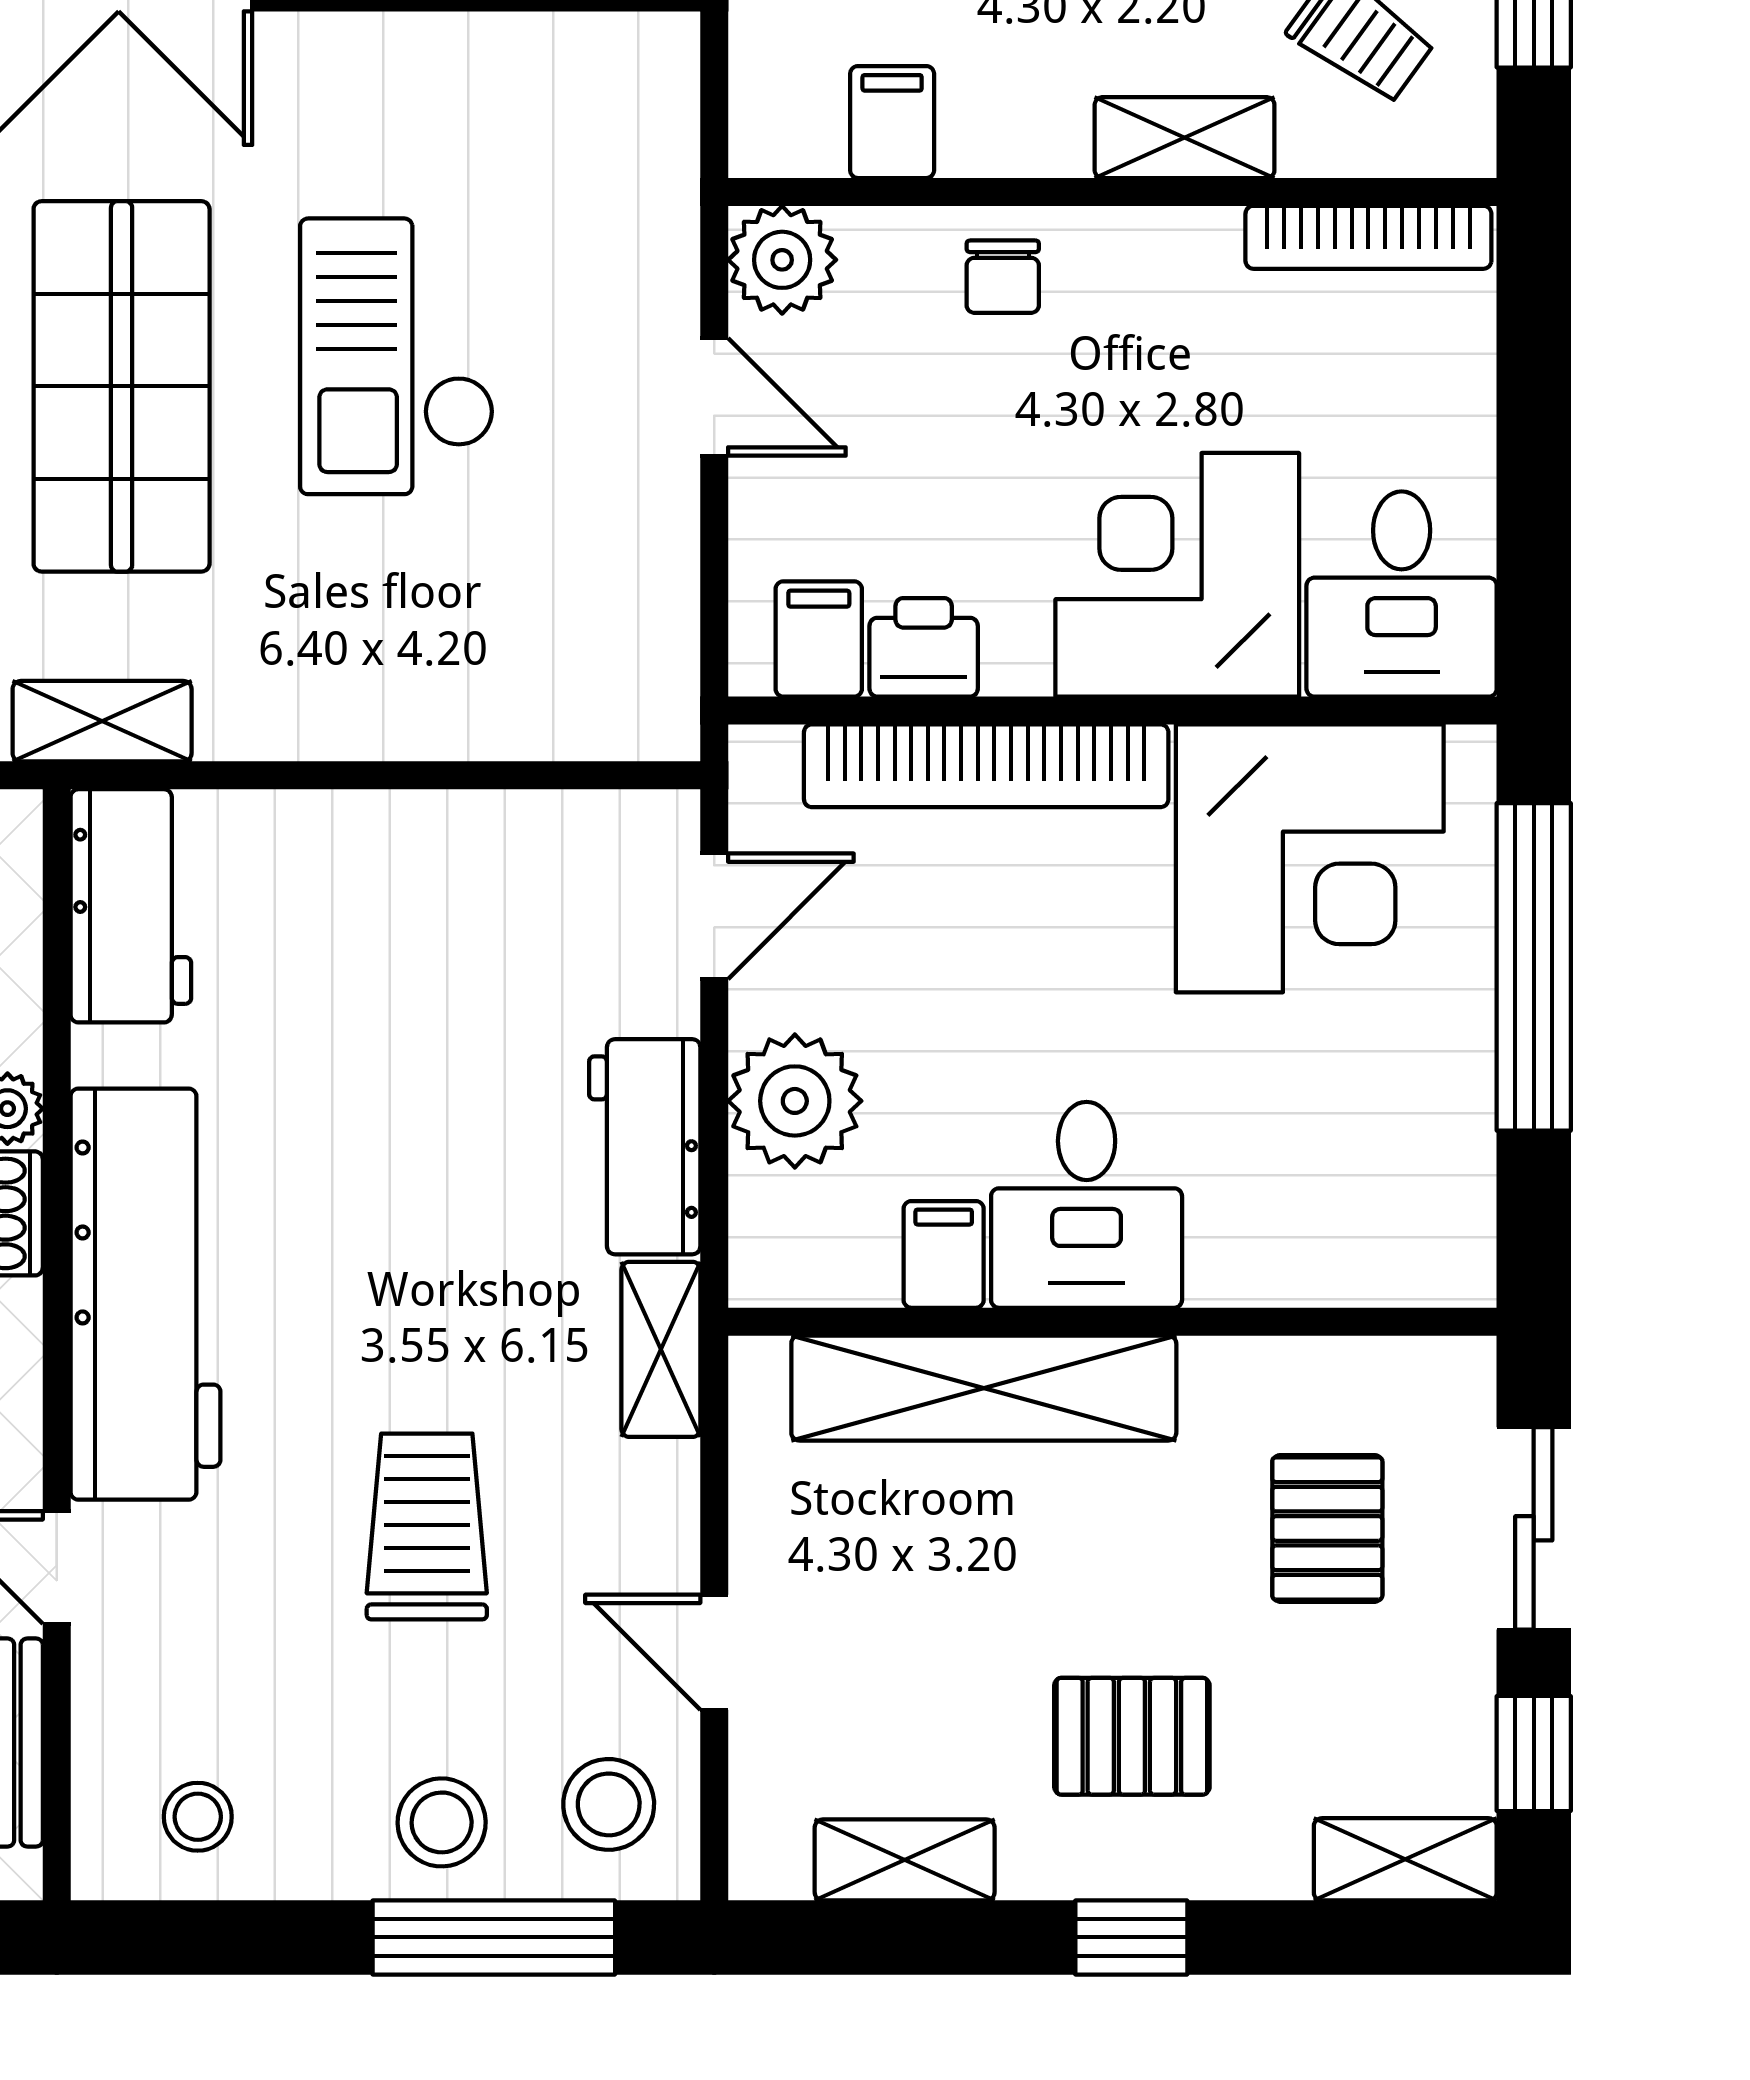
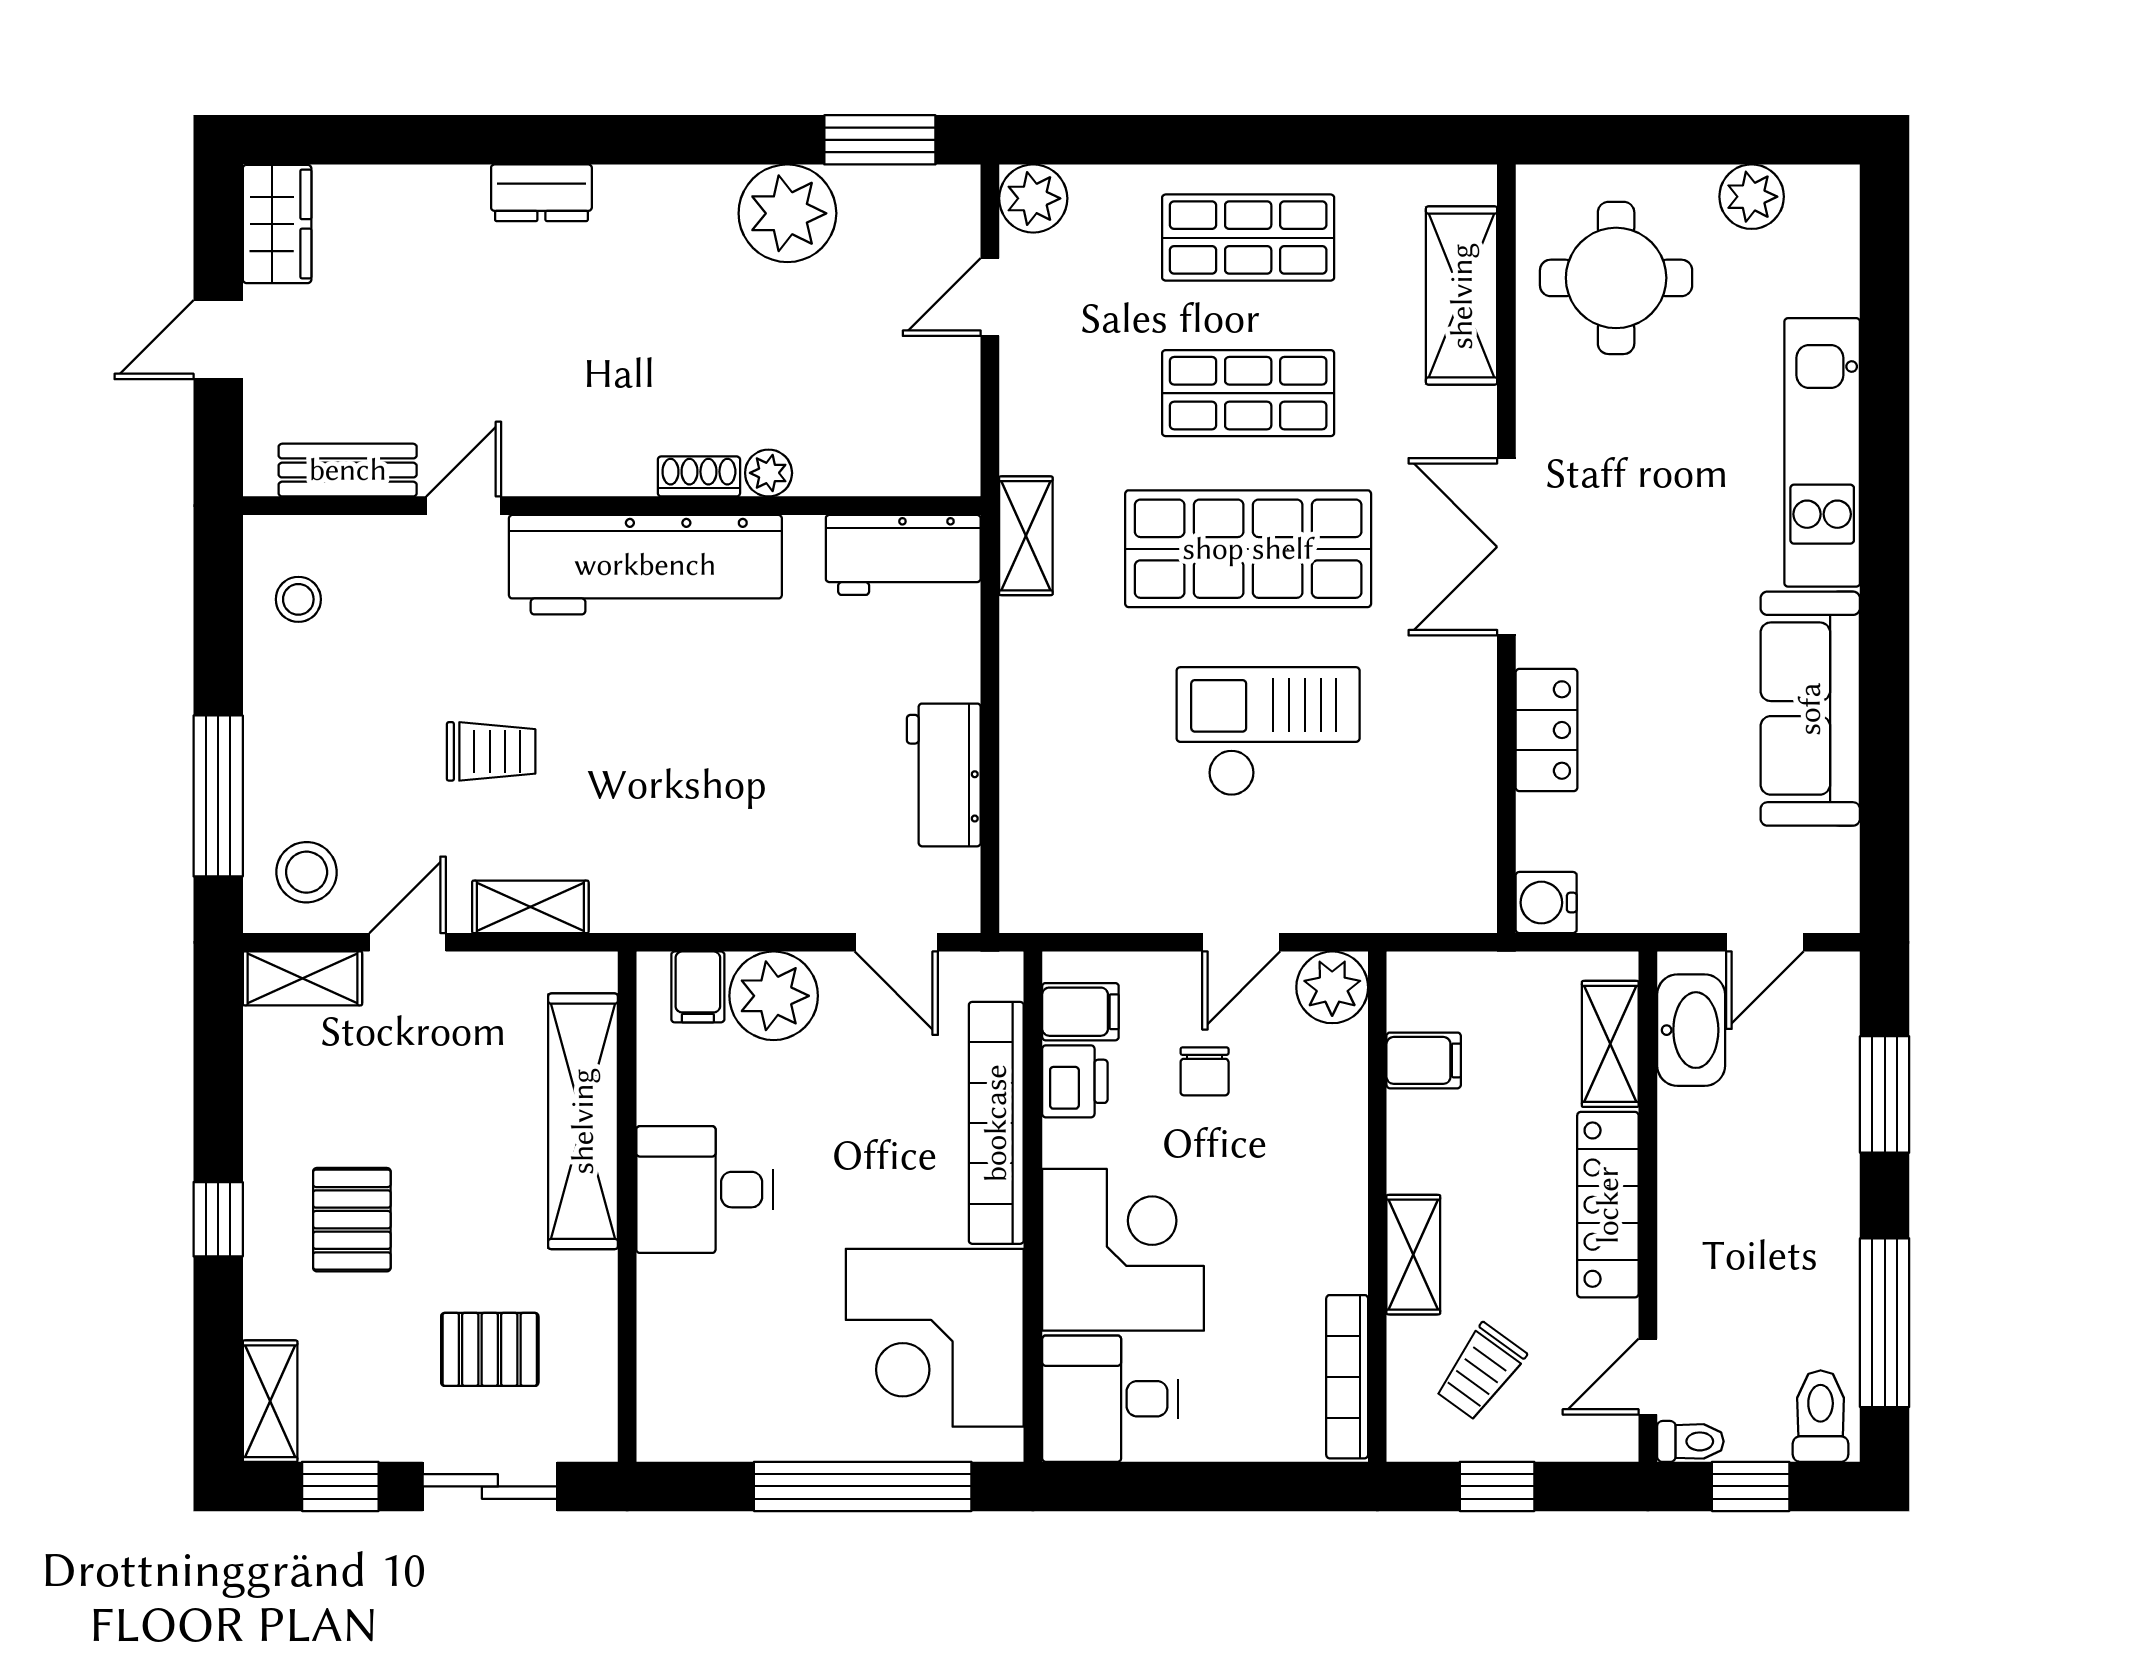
chair: (1003, 277) -> (1205, 1071), moved, turned -90
workbench: (645, 1147) -> (944, 775), moved, turned -90
filing cabinet: (944, 1254) -> (698, 987), moved, turned 90
shelving: (661, 1349) -> (530, 907), moved
trolley: (427, 1526) -> (491, 751), width x0.73, depth x0.72
stool: (442, 1822) -> (295, 761), removed
shelving: (905, 1860) -> (303, 978), moved, turned 90

